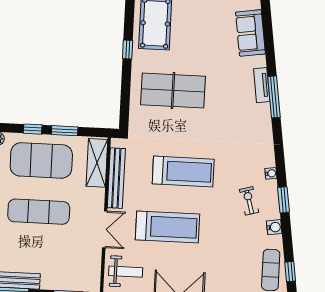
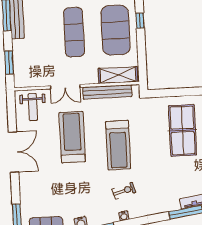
window: (65, 131) -> (141, 46), removed
exercise bike: (249, 201) -> (124, 191), moved
treadmill: (167, 227) -> (72, 137), turned 180

